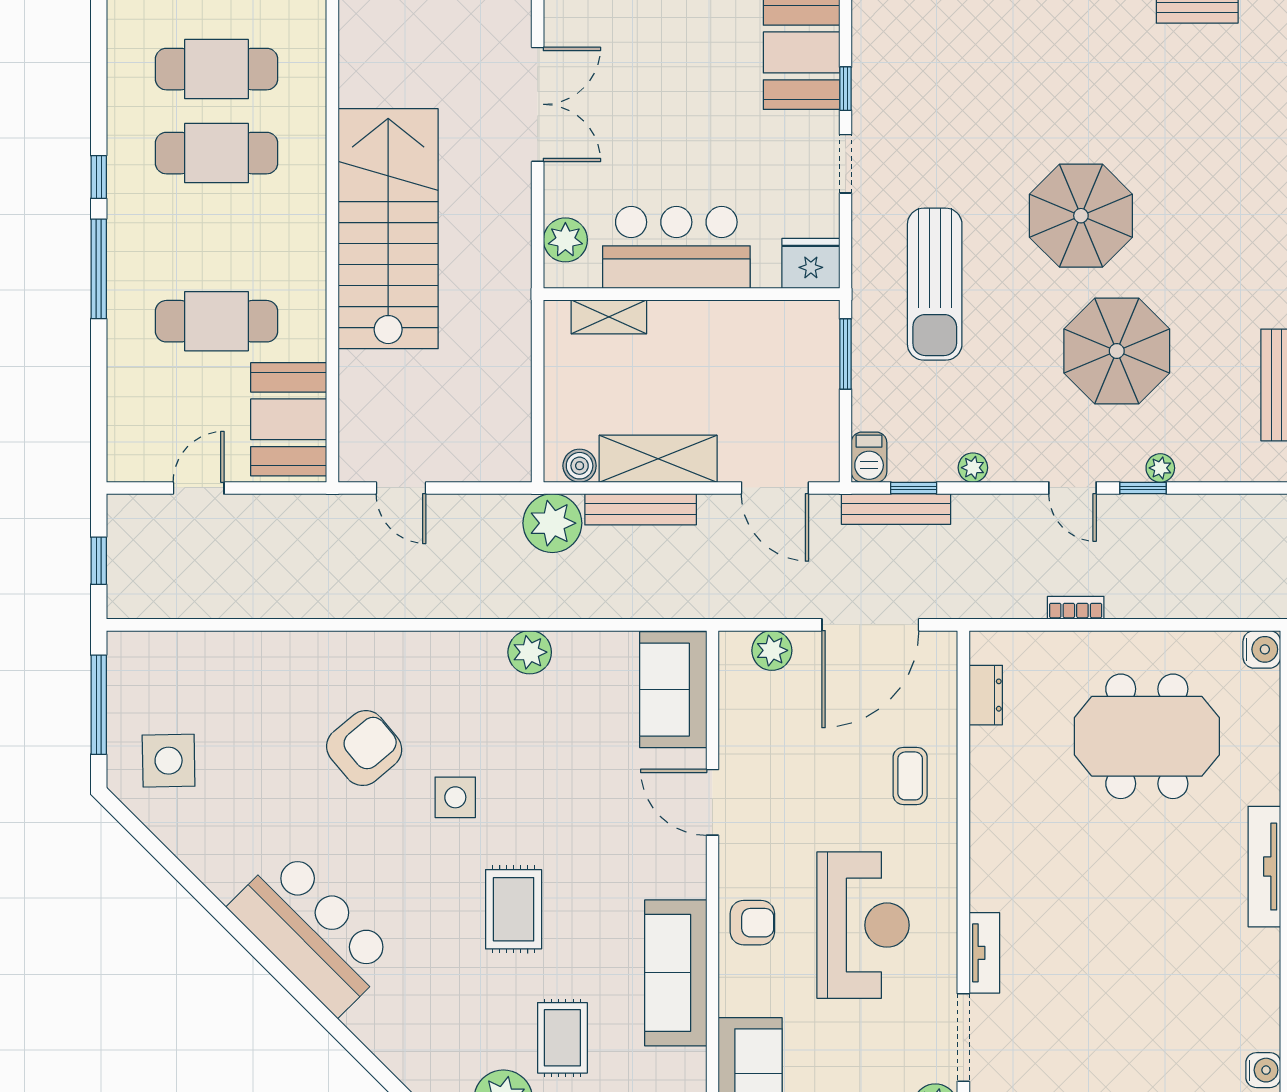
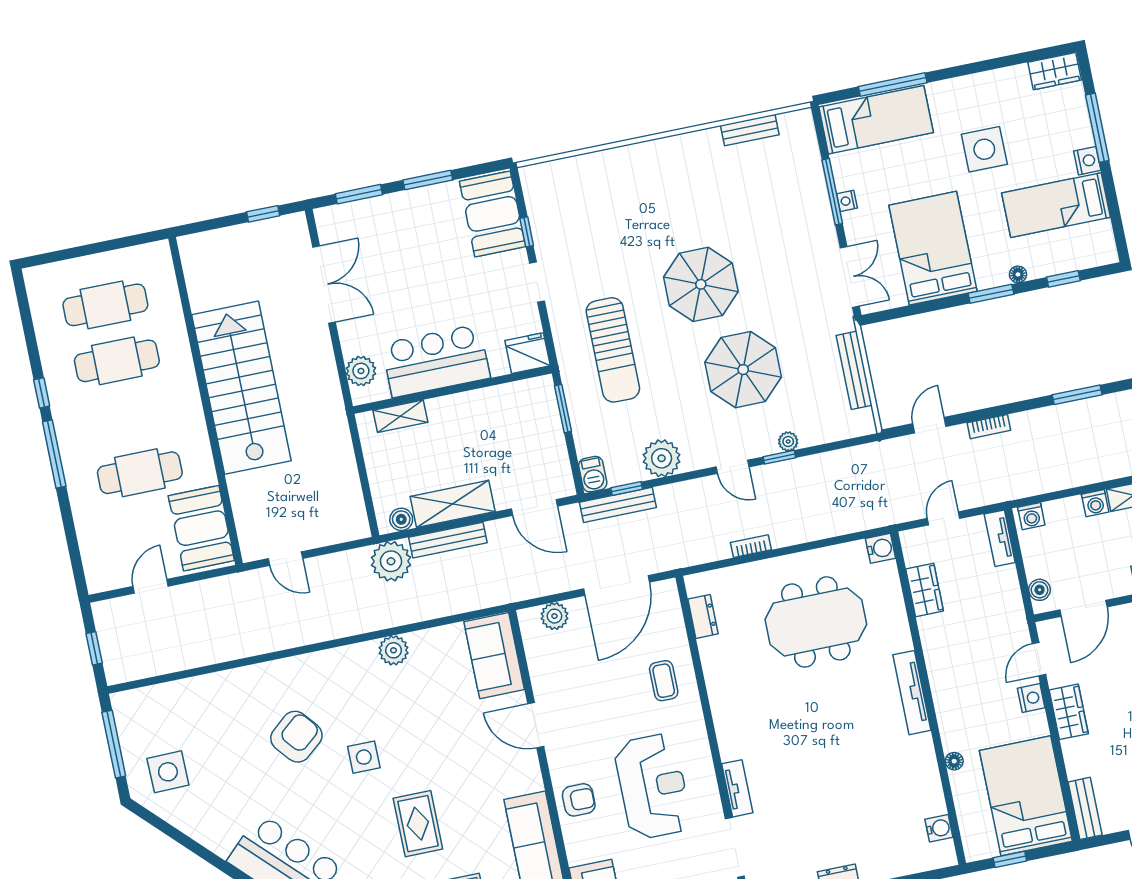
plant: (973, 468) -> (662, 458), width x1.87, depth x1.87

